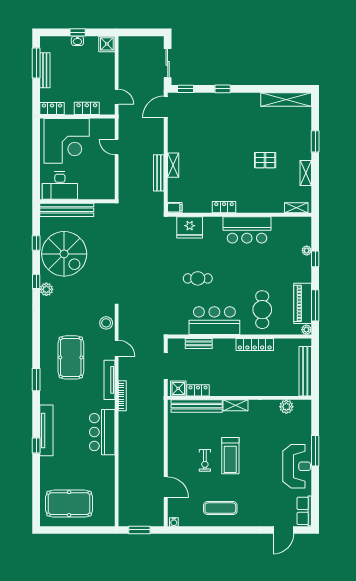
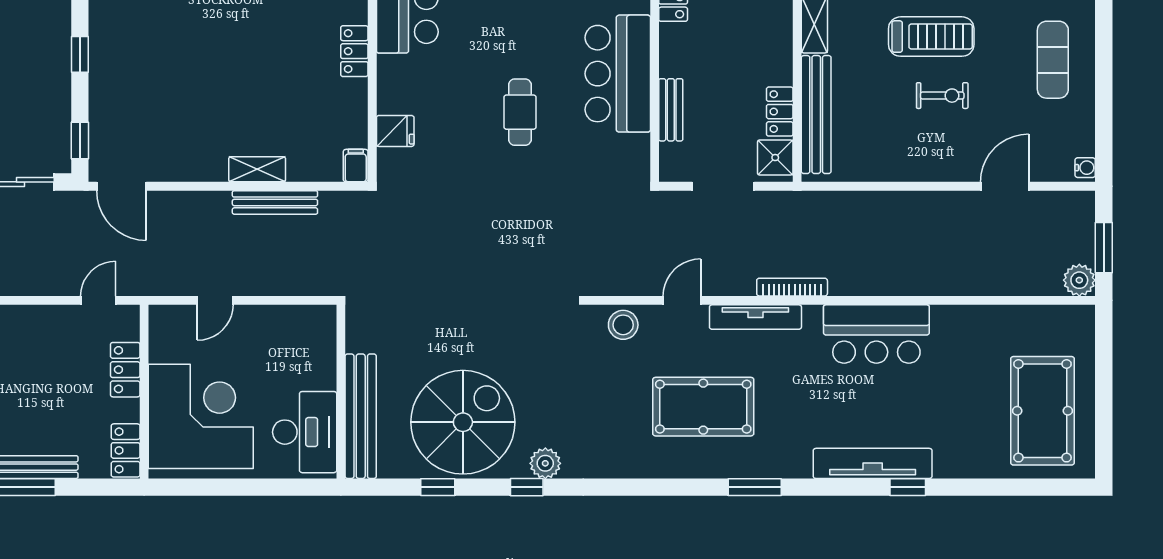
fridge: (190, 227) -> (395, 131), width x0.53, depth x0.75
plant: (125, 519) -> (1079, 280), added

